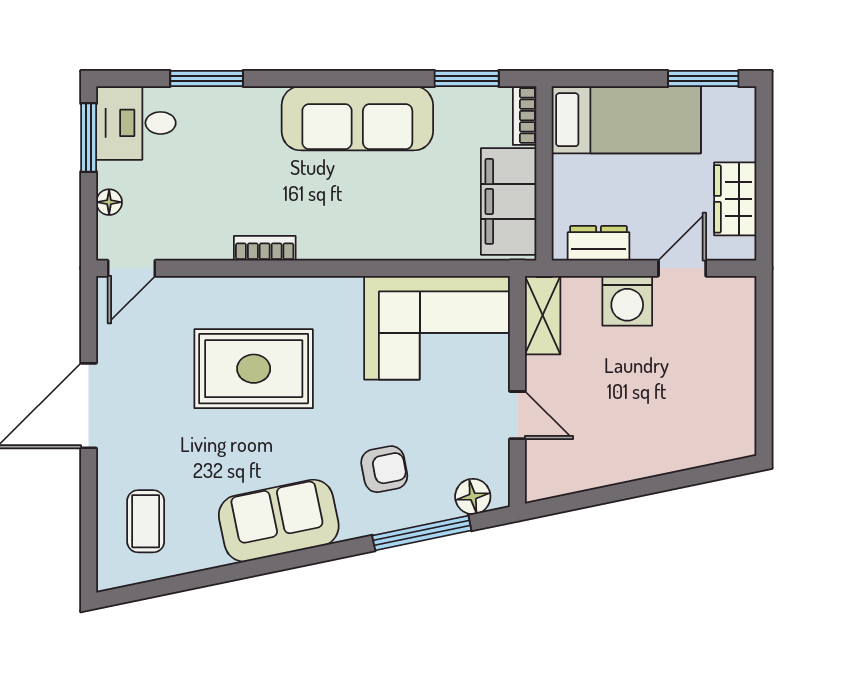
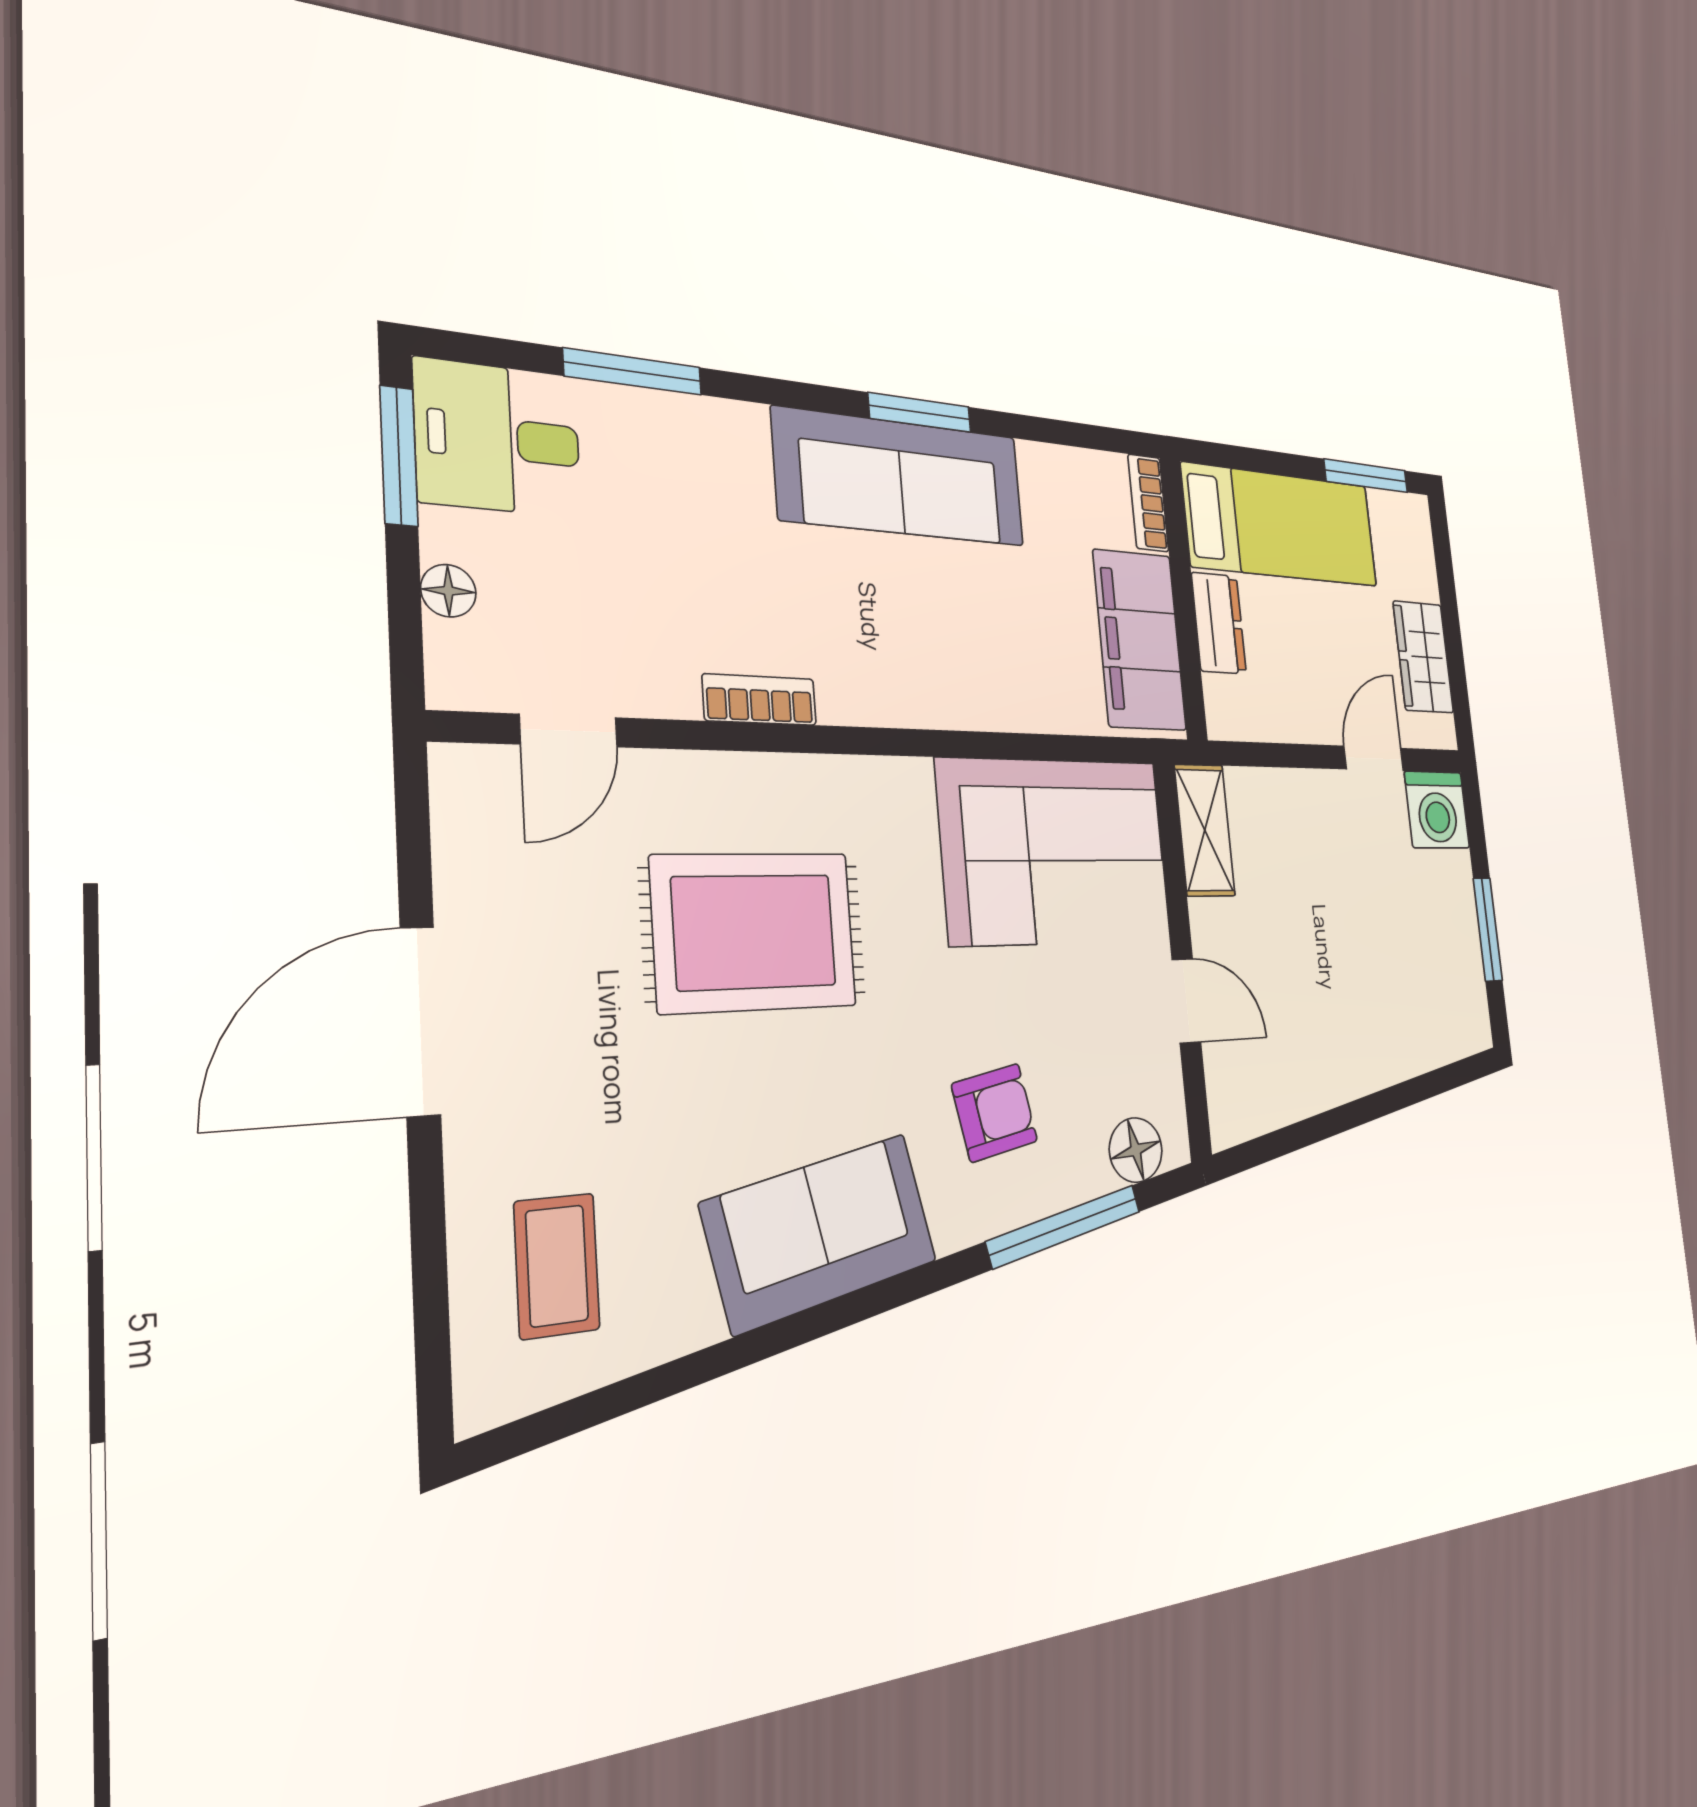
window: (467, 79) -> (920, 412), moved
dresser: (599, 243) -> (1219, 623), moved, turned 90
door: (132, 268) -> (569, 731), moved
washing machine: (627, 301) -> (1437, 810), moved
window: (764, 379) -> (1488, 929), added

